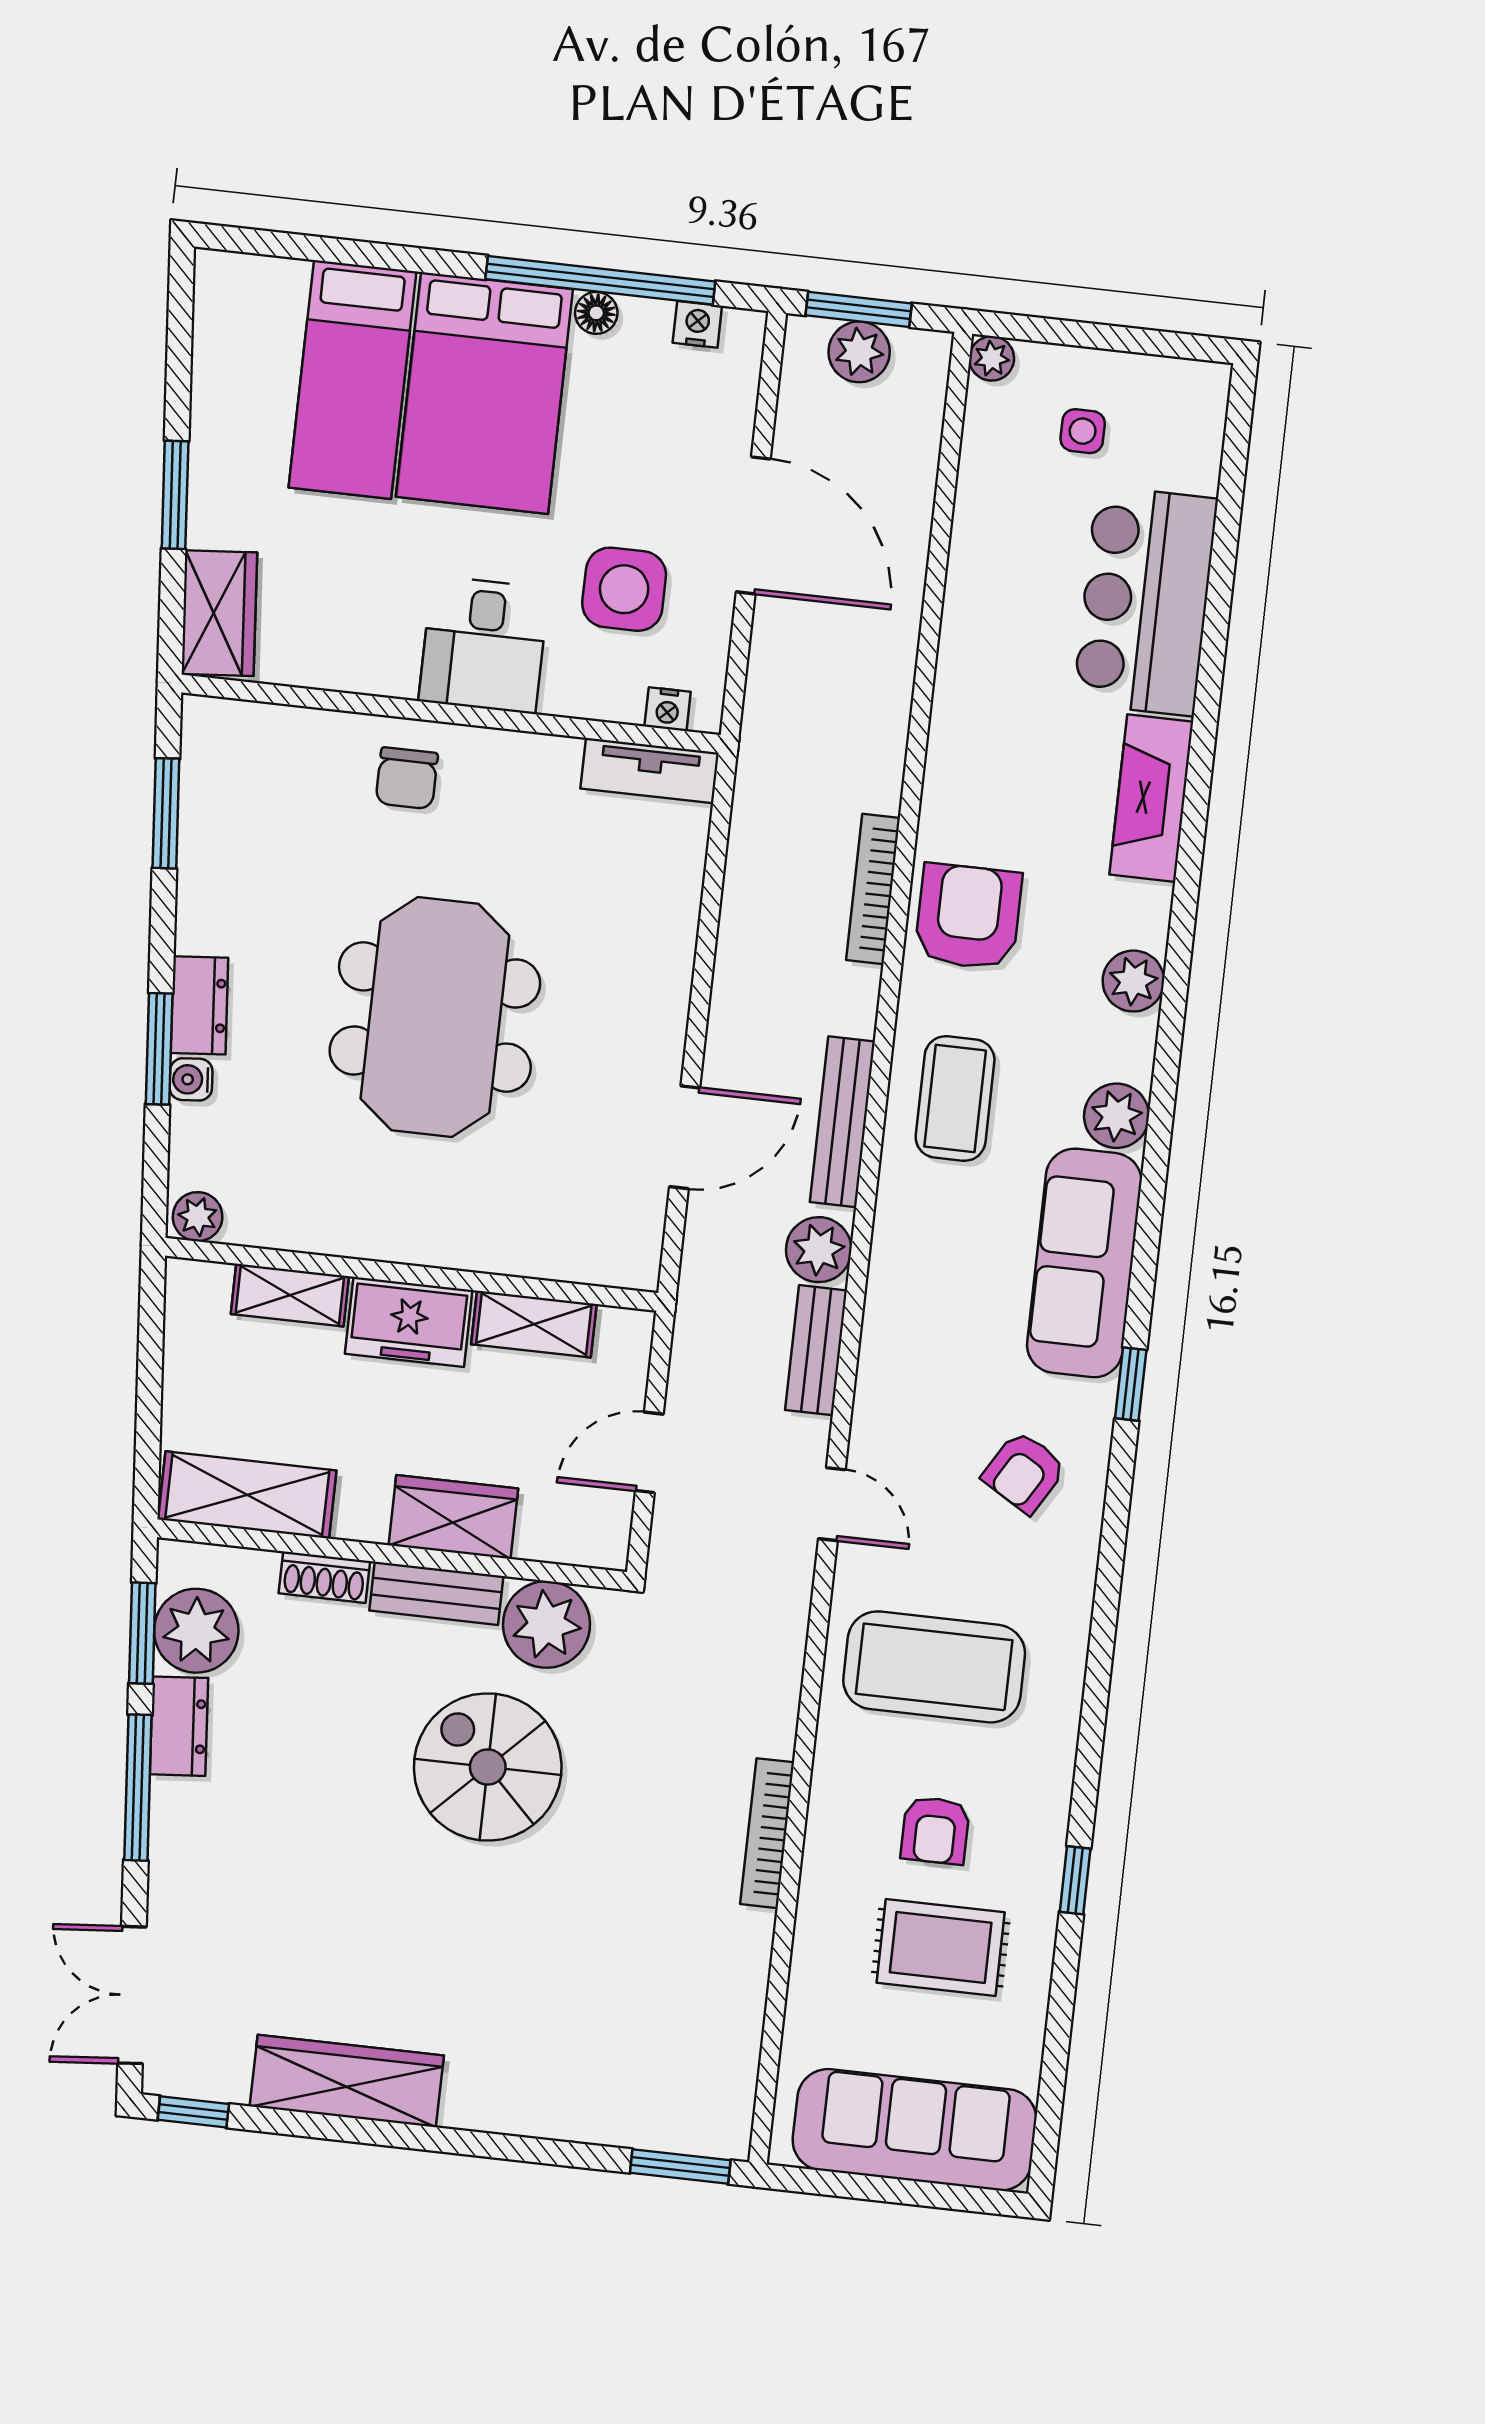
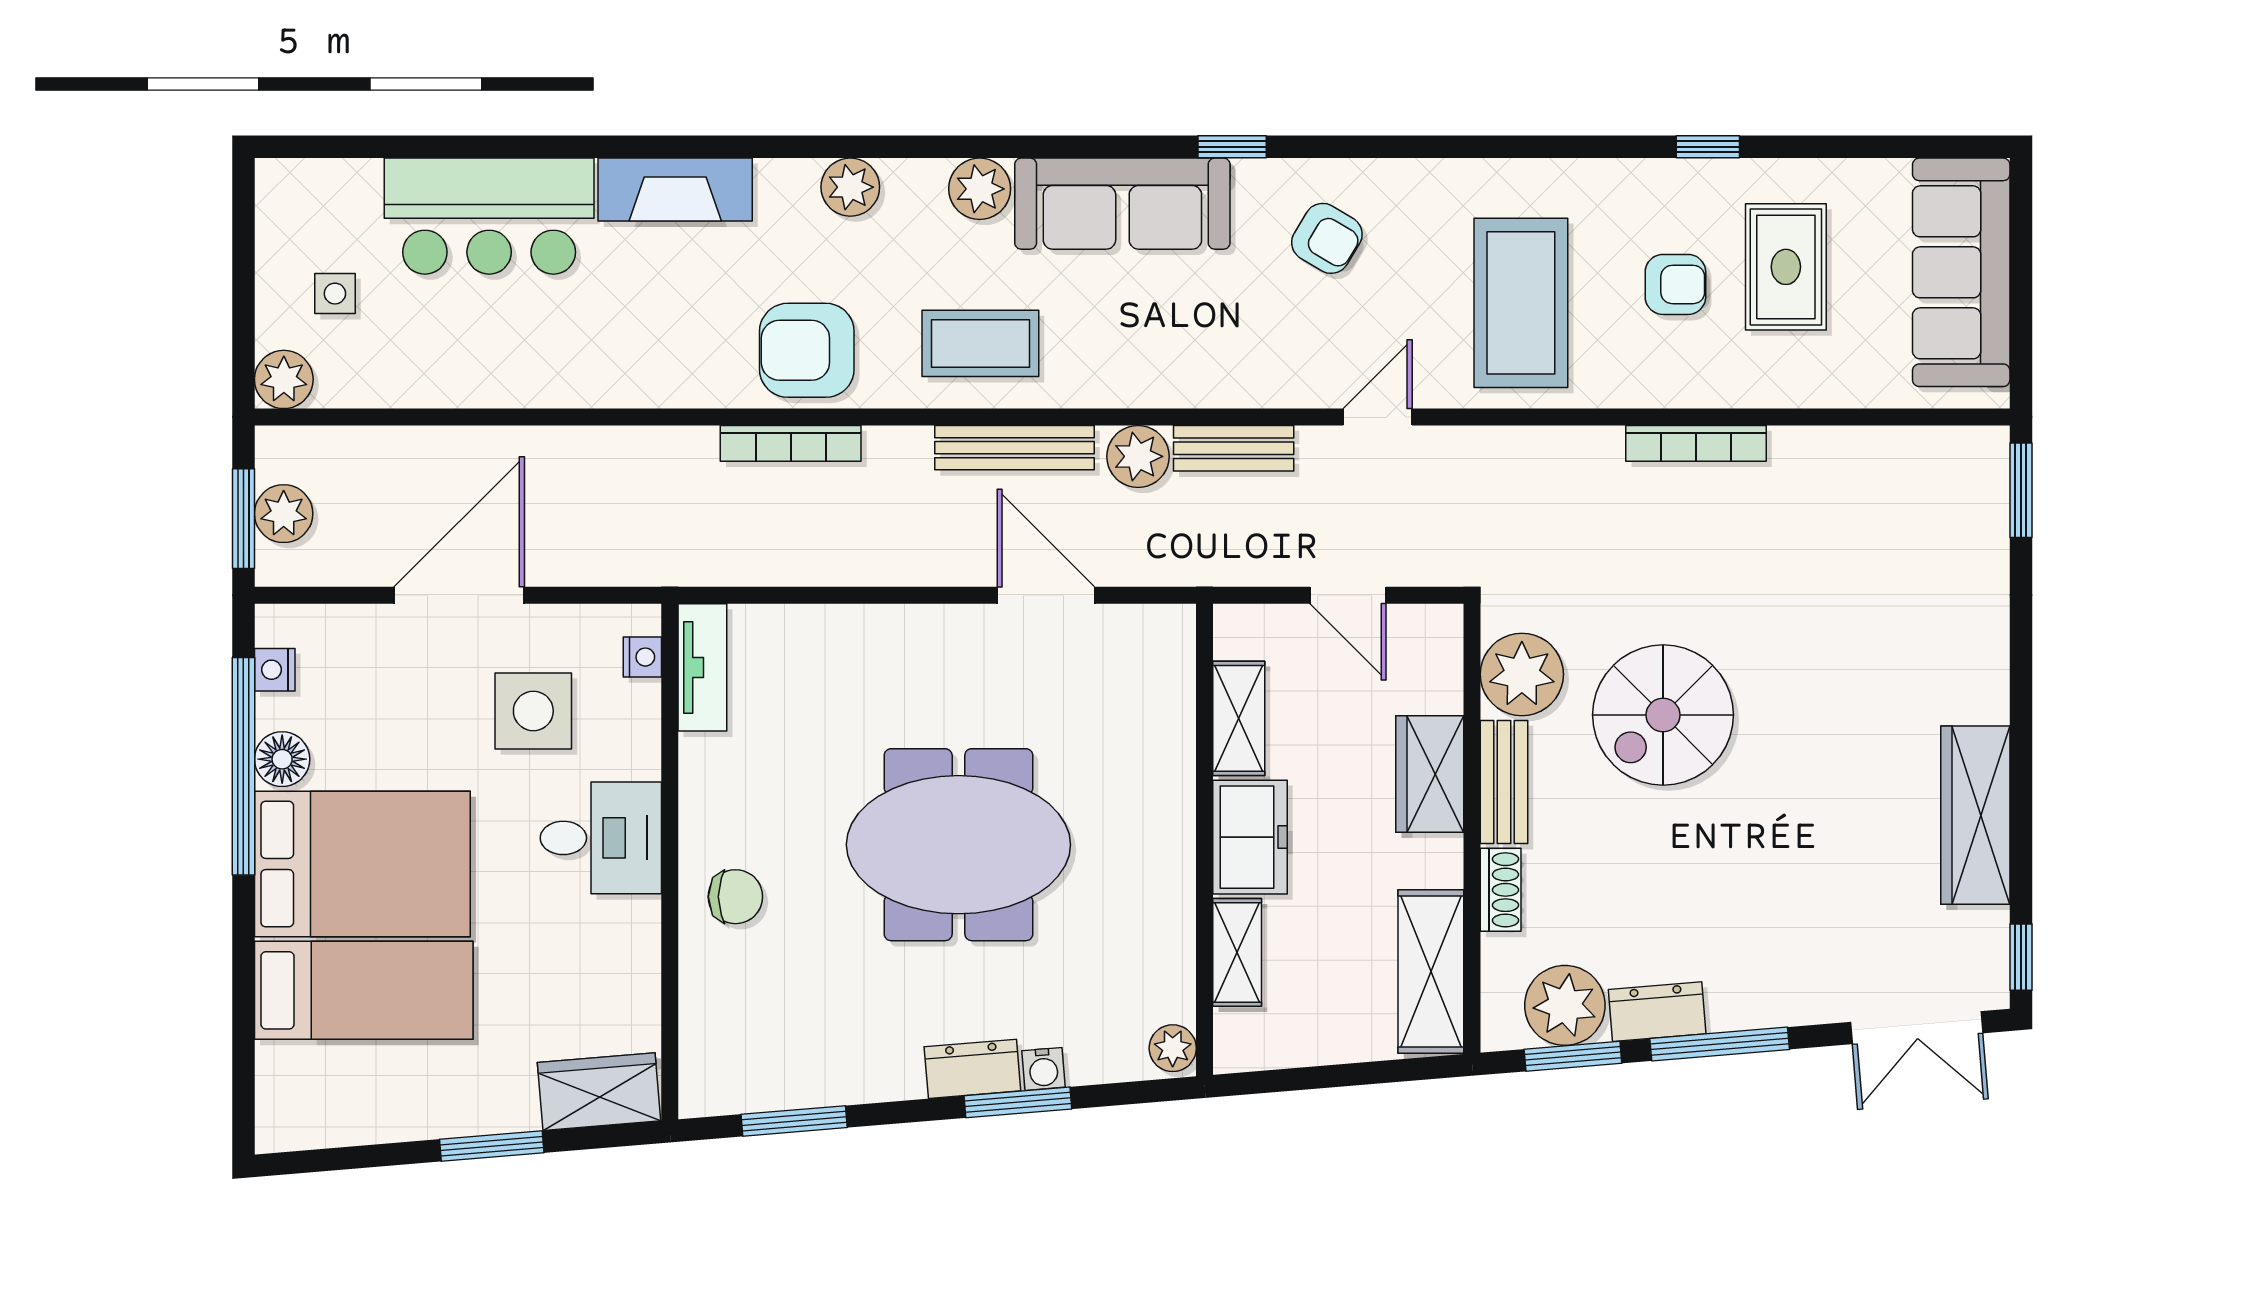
floor lamp: (596, 313) -> (282, 759), width x1.37, depth x1.37
plant: (992, 358) -> (284, 379), width x1.38, depth x1.38

